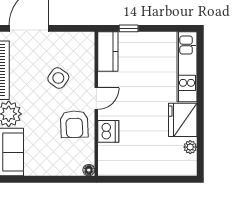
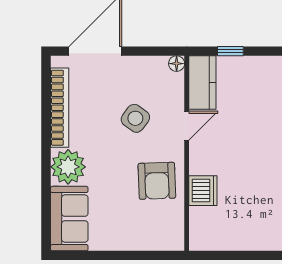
door: (96, 98) -> (187, 126), moved
floor lamp: (89, 170) -> (177, 64), moved

